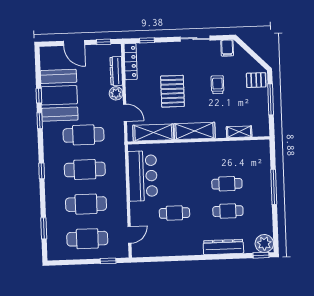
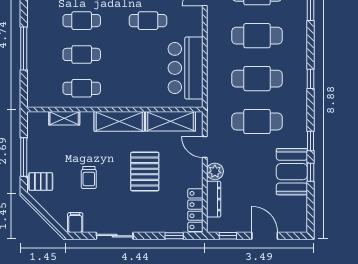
booth: (59, 95) -> (292, 172), width x0.73, depth x0.70
cafe table: (226, 156) -> (82, 88), added

